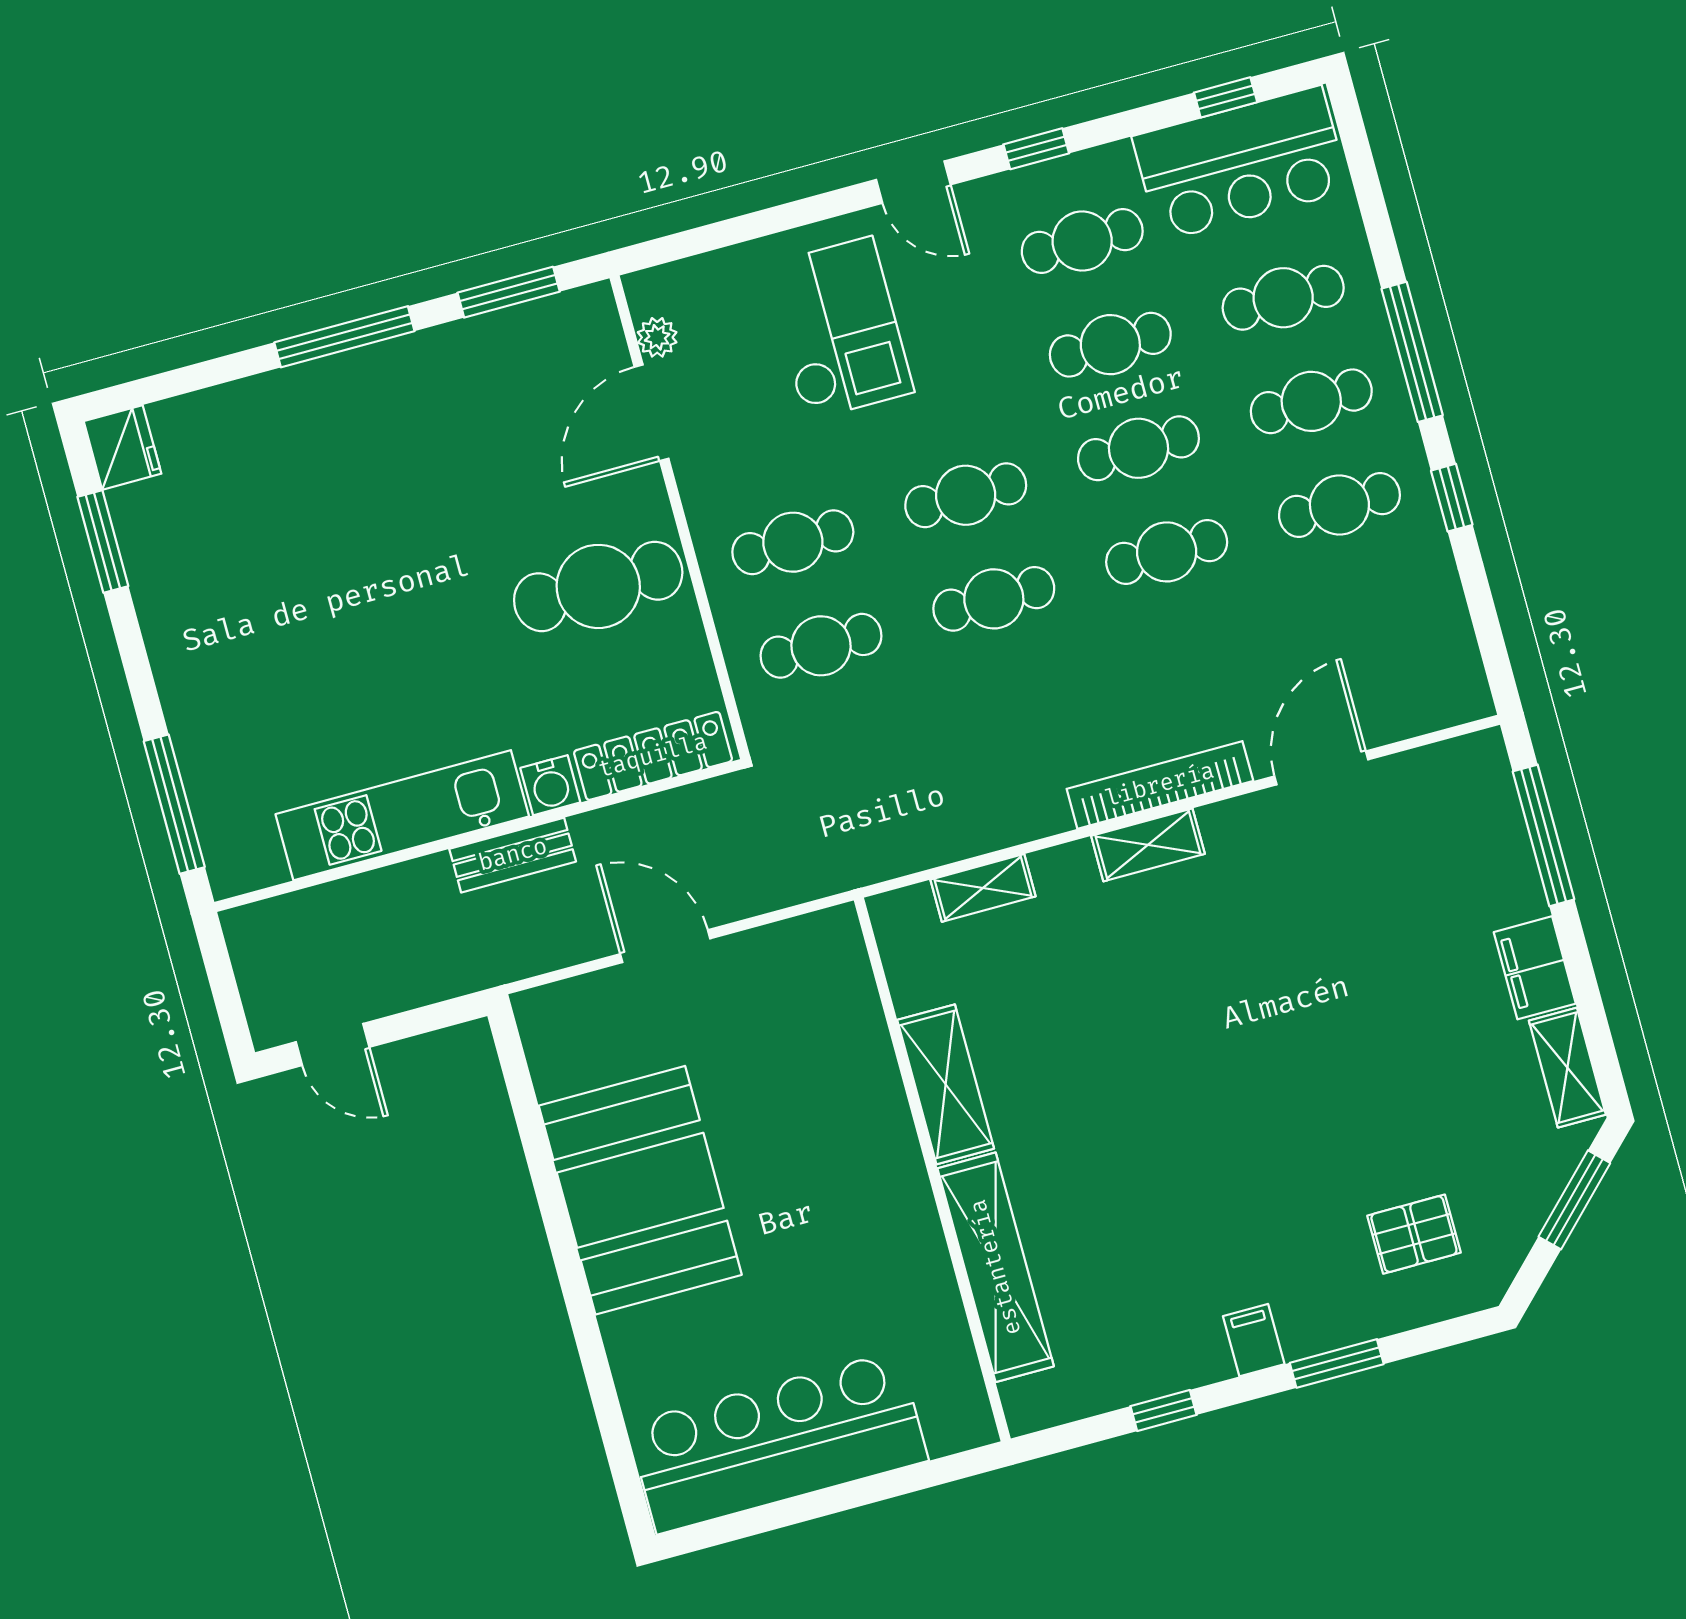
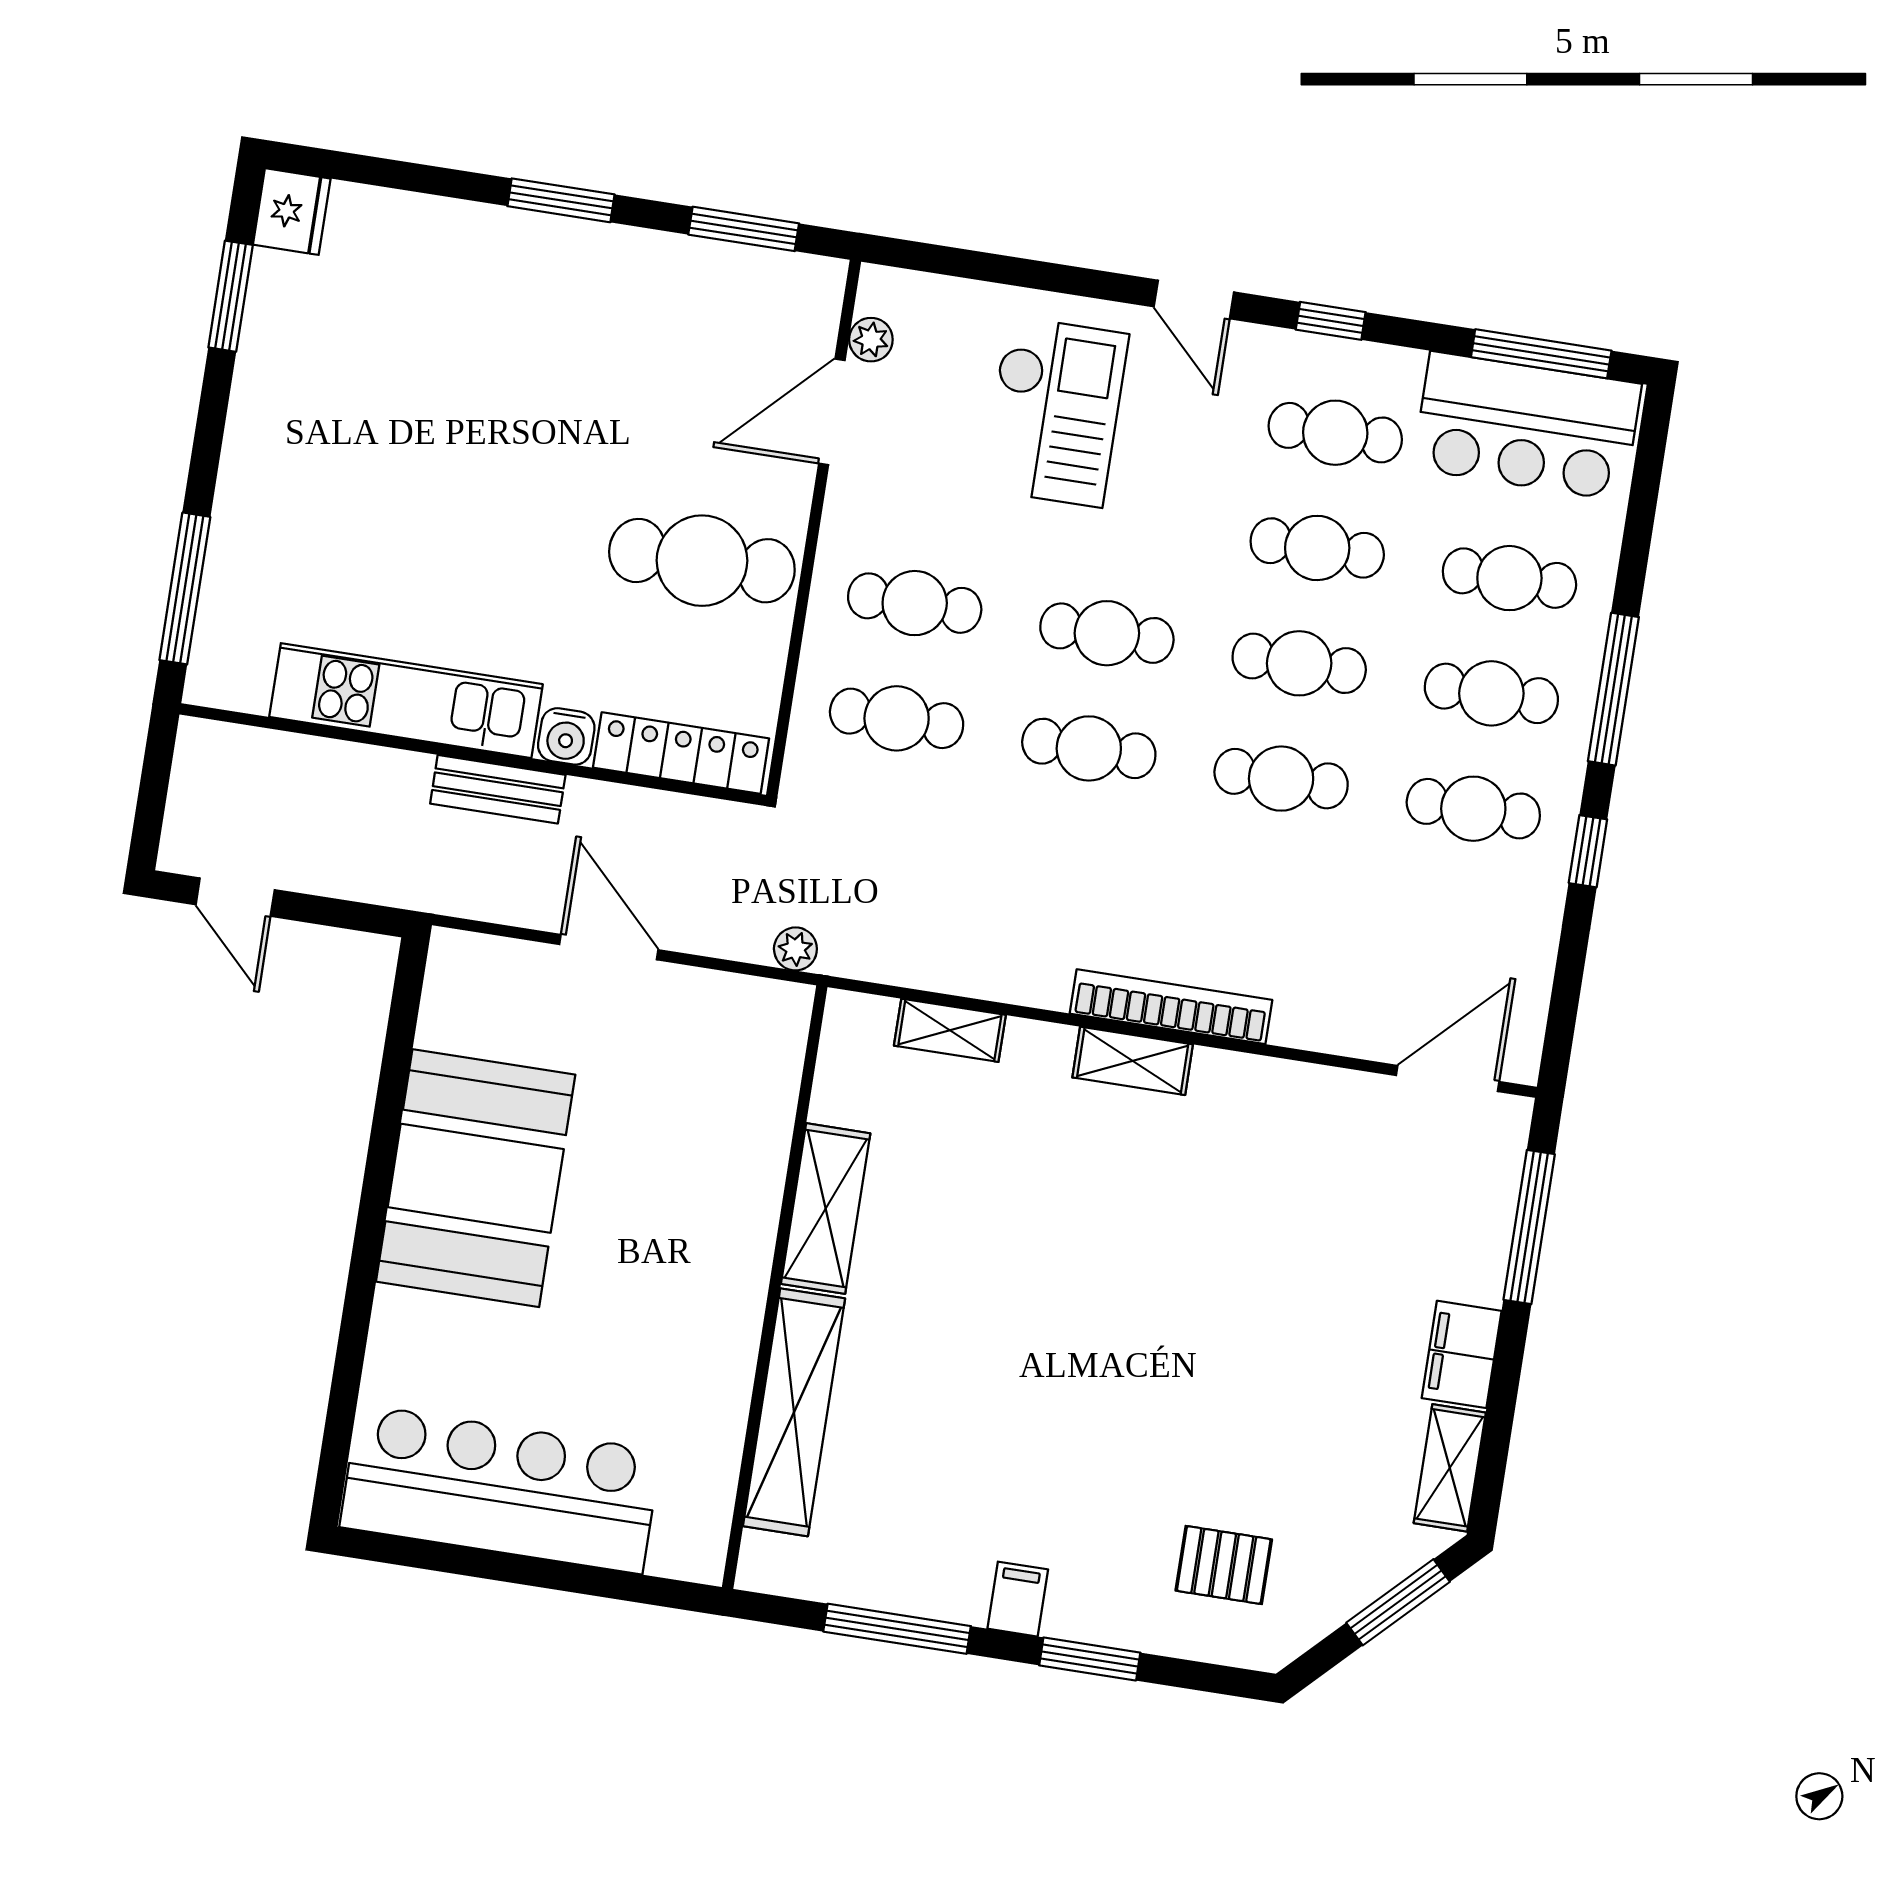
window: (1226, 97) -> (1541, 354), width x2.17
window: (344, 337) -> (561, 200), width x0.69
door: (1321, 768) -> (1448, 1078), moved
plant: (823, 878) -> (795, 949), added
window: (1164, 1410) -> (897, 1629), width x2.17

